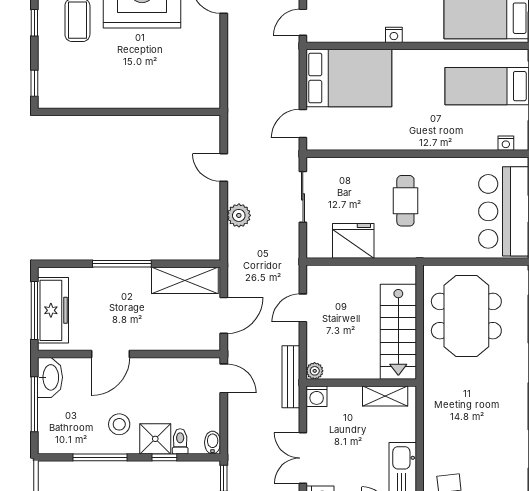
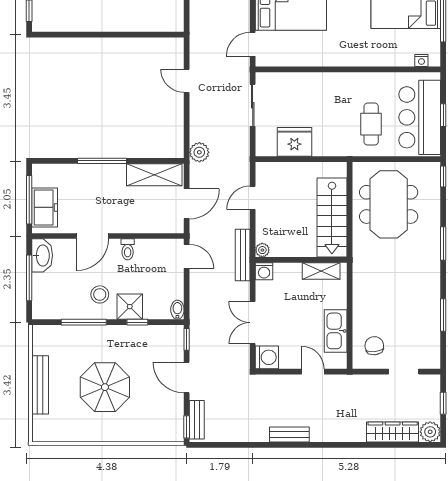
cafe table: (405, 201) -> (371, 124), moved
plant: (239, 215) -> (199, 152), moved
freezer: (53, 310) -> (45, 207), width x0.71
toilet: (180, 441) -> (128, 249), moved, turned 180

